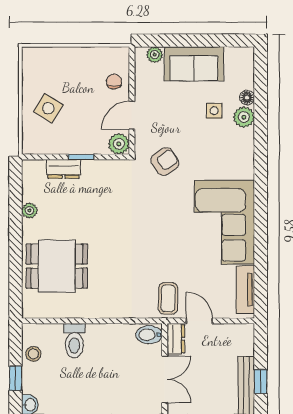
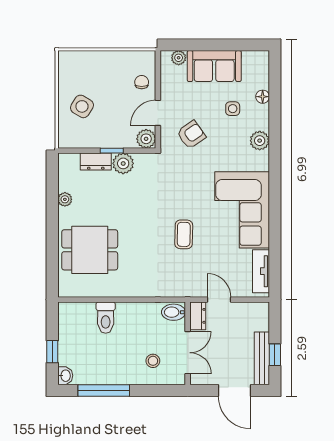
plant: (244, 117) -> (260, 141), moved
armchair: (165, 162) -> (191, 135), moved
plant: (94, 171) -> (123, 163), added
coffee table: (168, 298) -> (184, 234), moved
stool: (33, 354) -> (153, 361), moved

